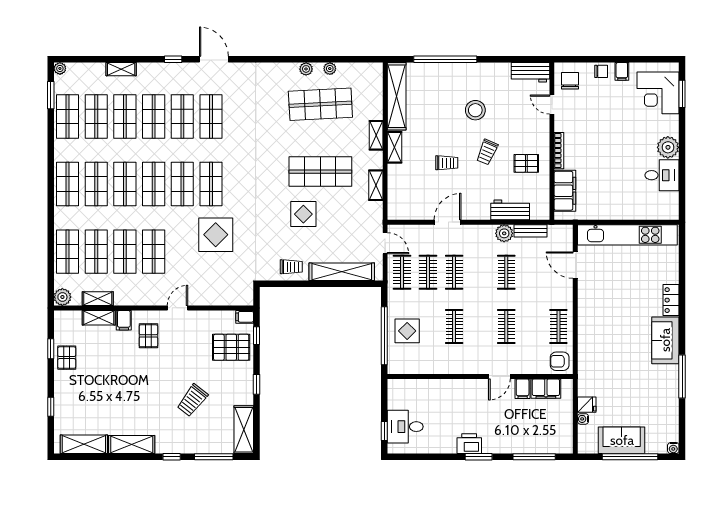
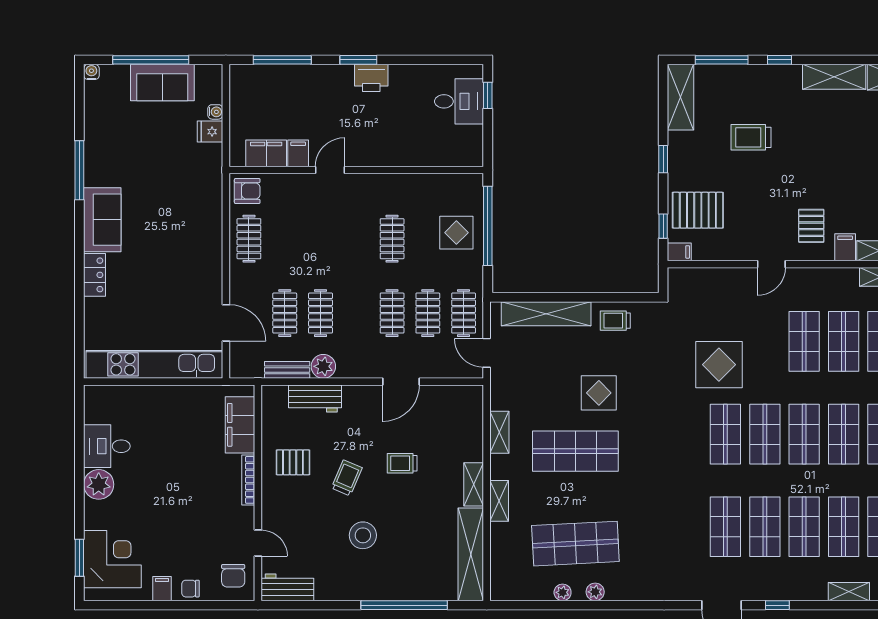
clothes rail: (506, 326) -> (285, 313), moved
trolley: (192, 400) -> (751, 137), turned -128

